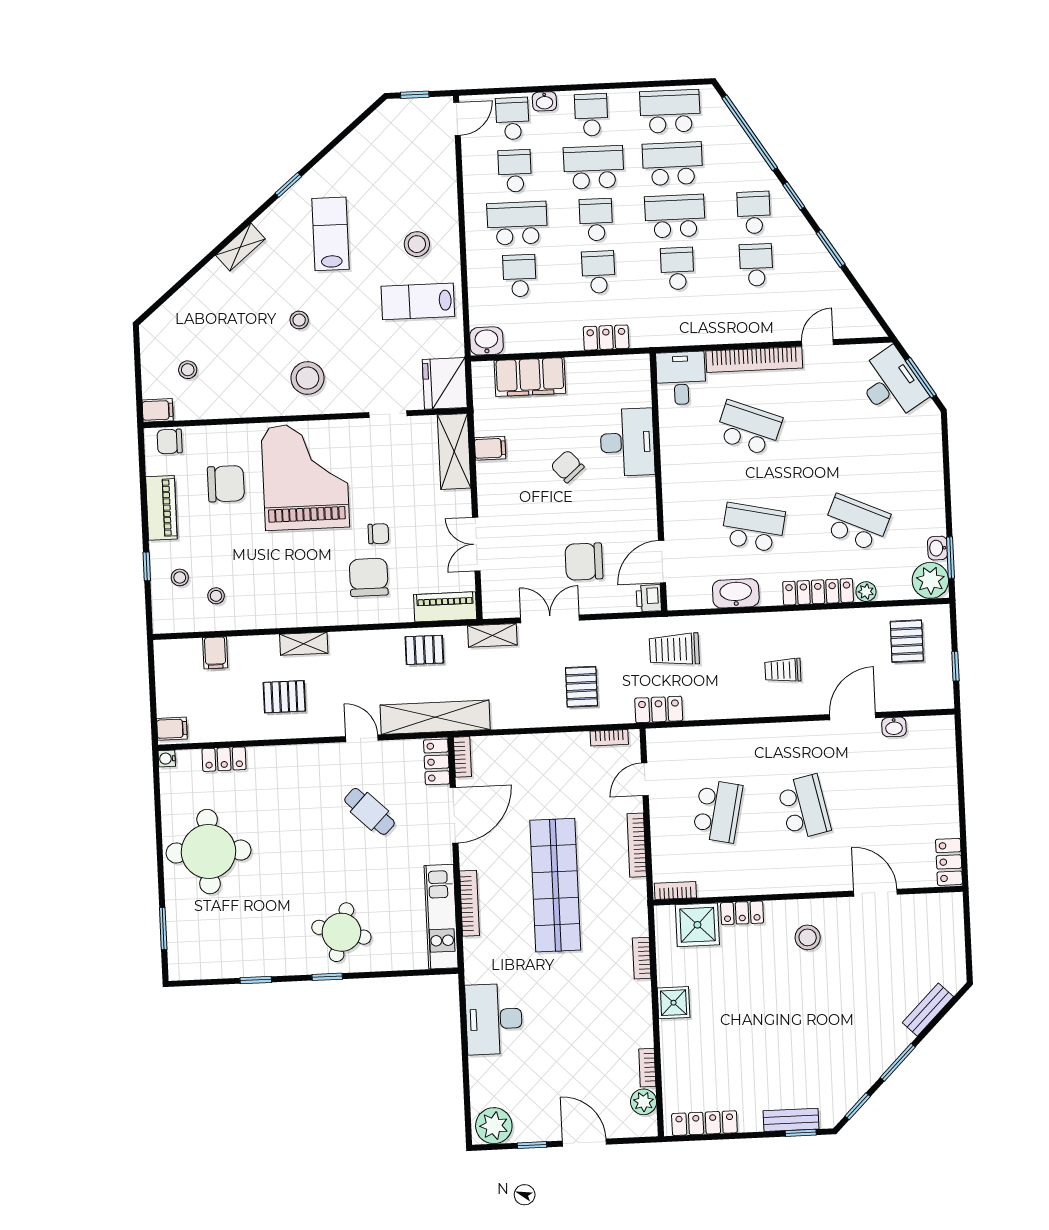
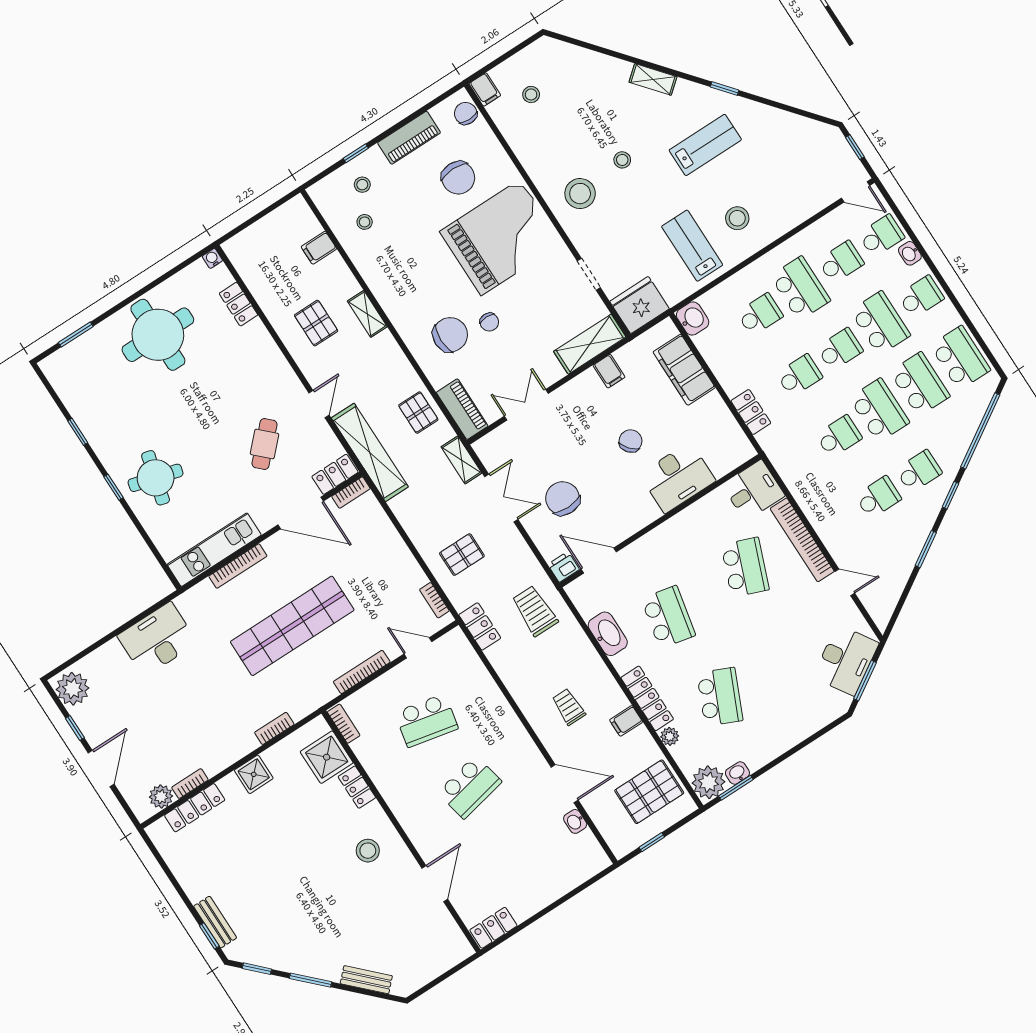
pallet: (907, 641) -> (649, 792), width x1.50, depth x1.42
filing cabinet: (172, 729) -> (626, 721), moved, turned 90
locker: (704, 1123) -> (195, 808), moved, turned 90

